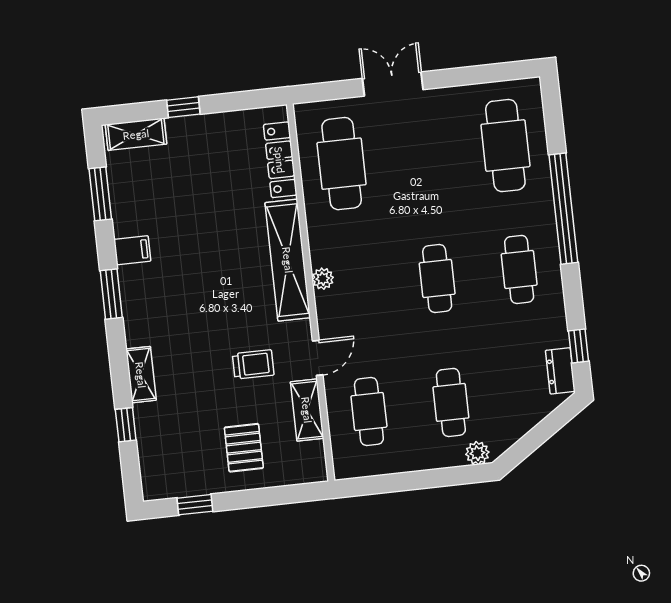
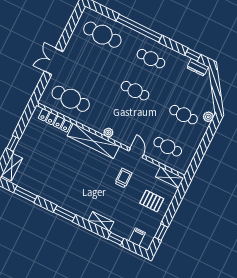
filing cabinet: (132, 250) -> (137, 237), moved
shelving: (307, 410) -> (170, 177), moved

